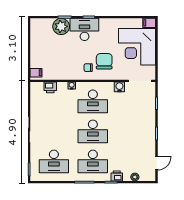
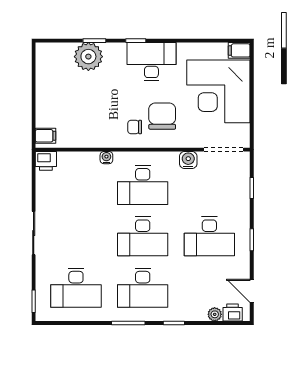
desk: (84, 29) -> (151, 62), moved
printer: (50, 87) -> (46, 161), moved
desk: (132, 131) -> (209, 236), added
door: (157, 163) -> (252, 291), swing flipped
printer: (117, 176) -> (233, 313), moved

